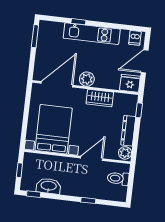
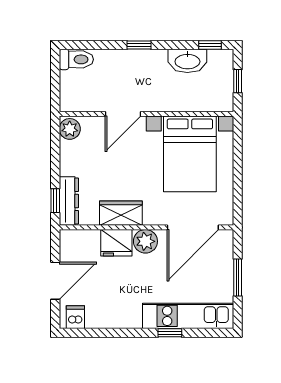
kitchen unit: (92, 34) -> (188, 316), moved
window: (35, 36) -> (238, 277), moved
fridge: (130, 83) -> (116, 243), moved
dresser: (128, 131) -> (69, 201), moved
toilet: (118, 178) -> (76, 59), moved
window: (88, 200) -> (139, 45), moved

